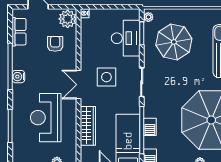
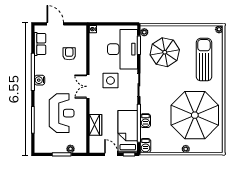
plant: (68, 19) -> (79, 34), removed
desk: (126, 38) -> (122, 49), width x1.36, depth x1.30
reception desk: (46, 118) -> (62, 113), turned 180
wardrobe: (88, 126) -> (96, 125), width x0.67

